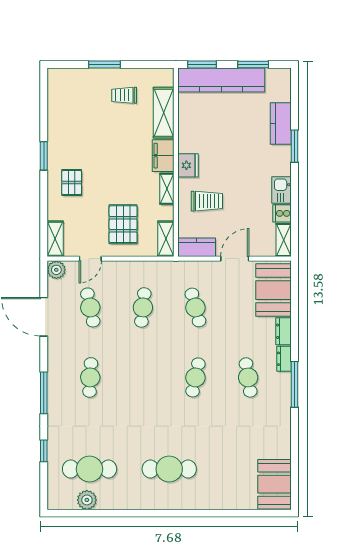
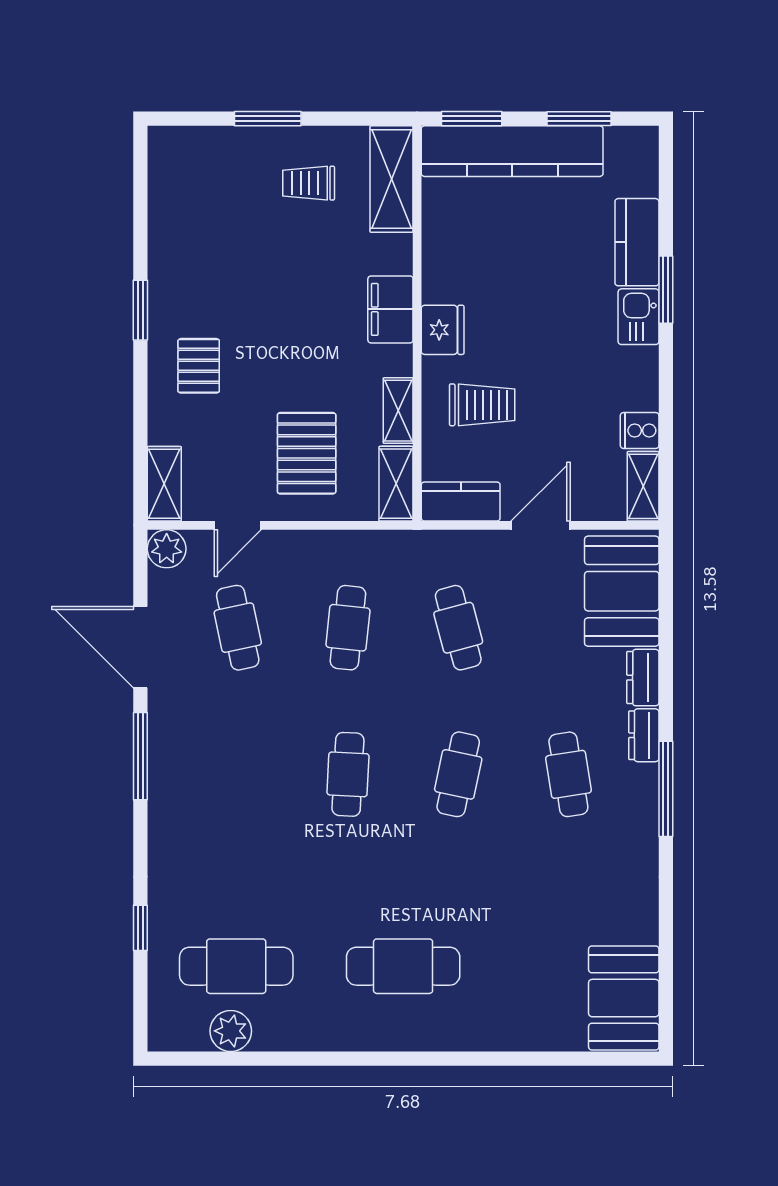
shelving: (164, 113) -> (392, 179), moved
shelving: (167, 189) -> (398, 411), moved
kitchen sink: (282, 190) -> (638, 317), moved
cafe table: (90, 377) -> (348, 774), moved
window: (44, 393) -> (140, 756), moved

